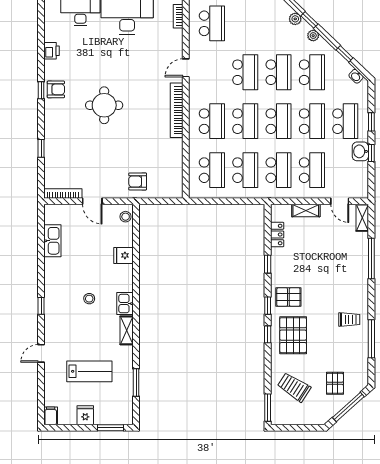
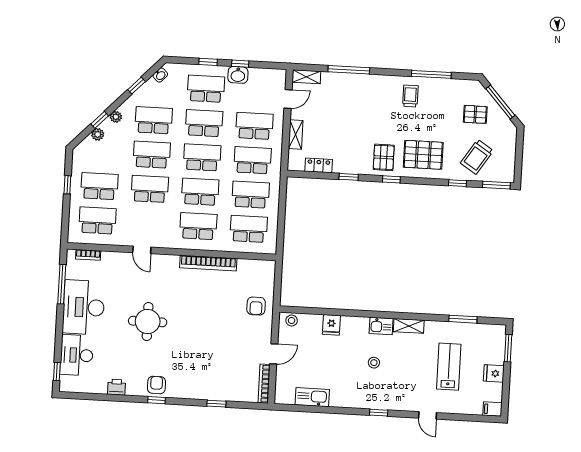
school desk: (245, 23) -> (99, 186), added
round table: (104, 105) -> (148, 322), moved
bookcase: (177, 110) -> (208, 263), moved
window: (268, 334) -> (457, 183), moved

